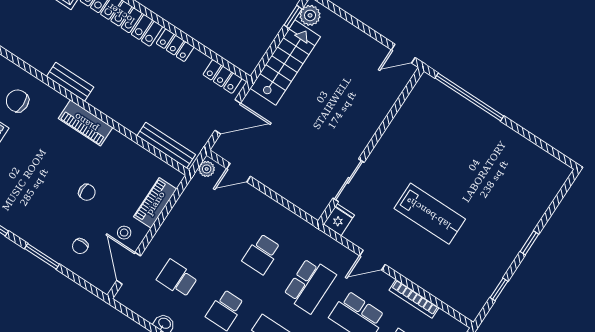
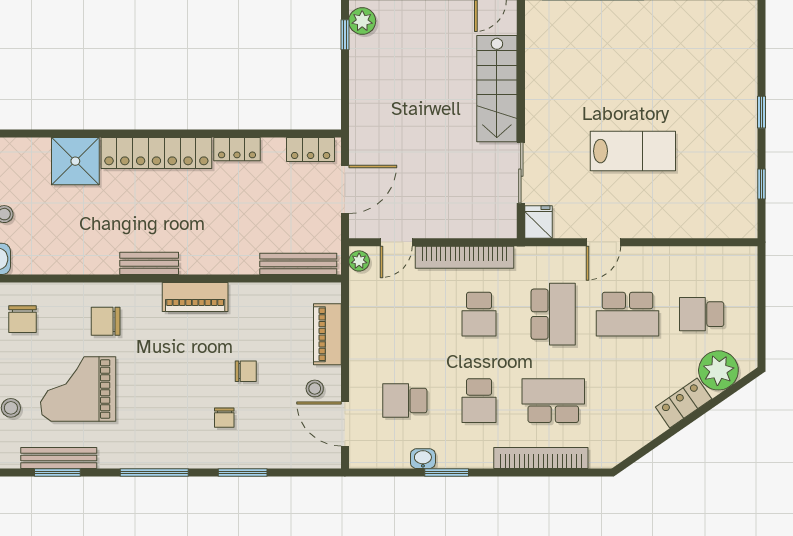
stairs: (285, 63) -> (497, 89), moved, turned 180
chair: (80, 246) -> (224, 418), moved
bookcase: (414, 299) -> (464, 257), moved, width x1.48, depth x1.31

